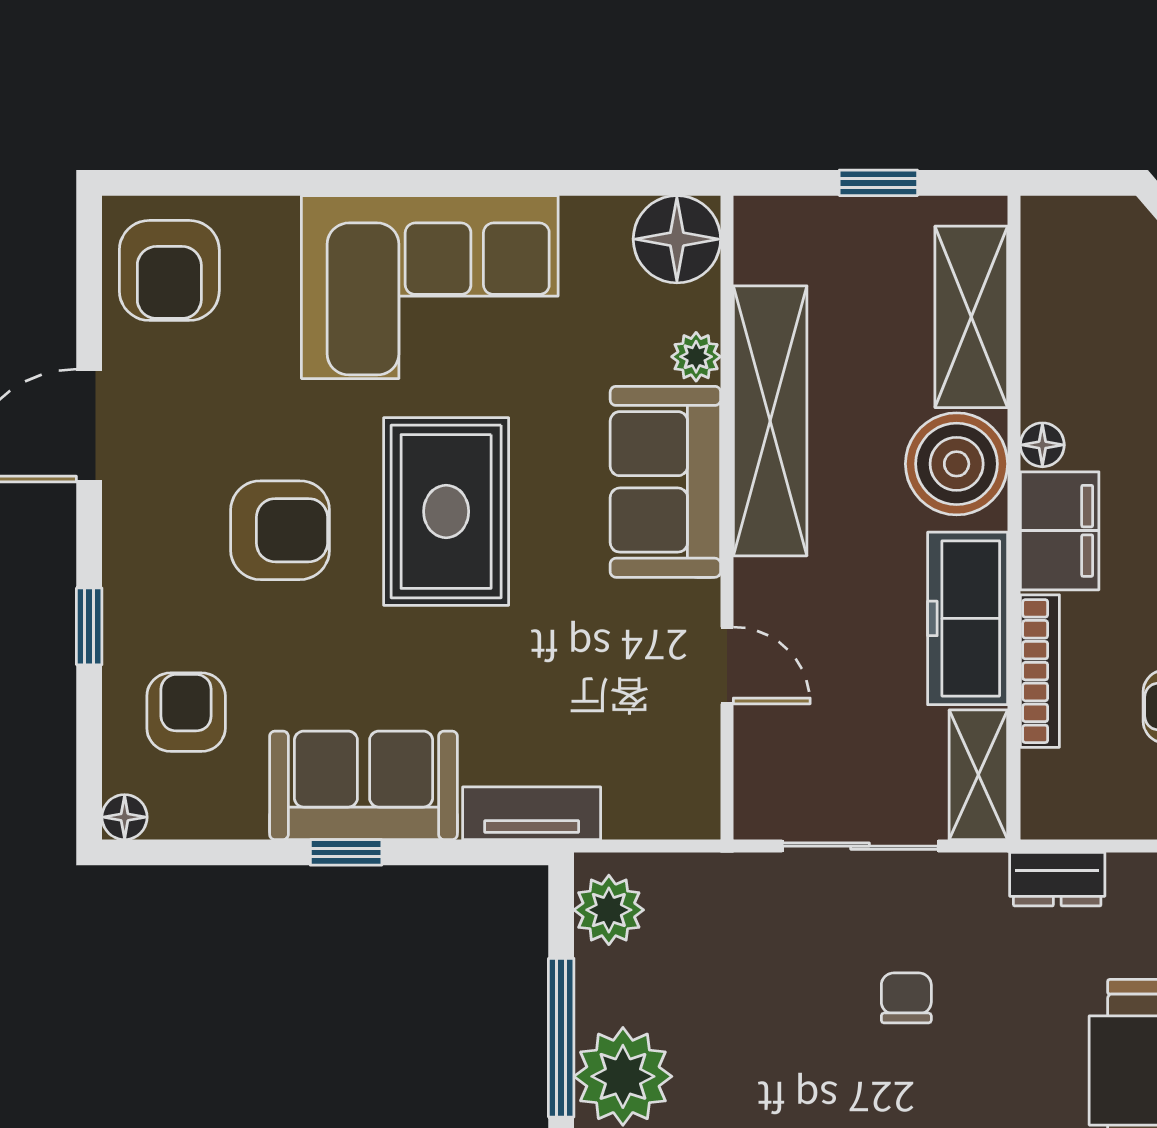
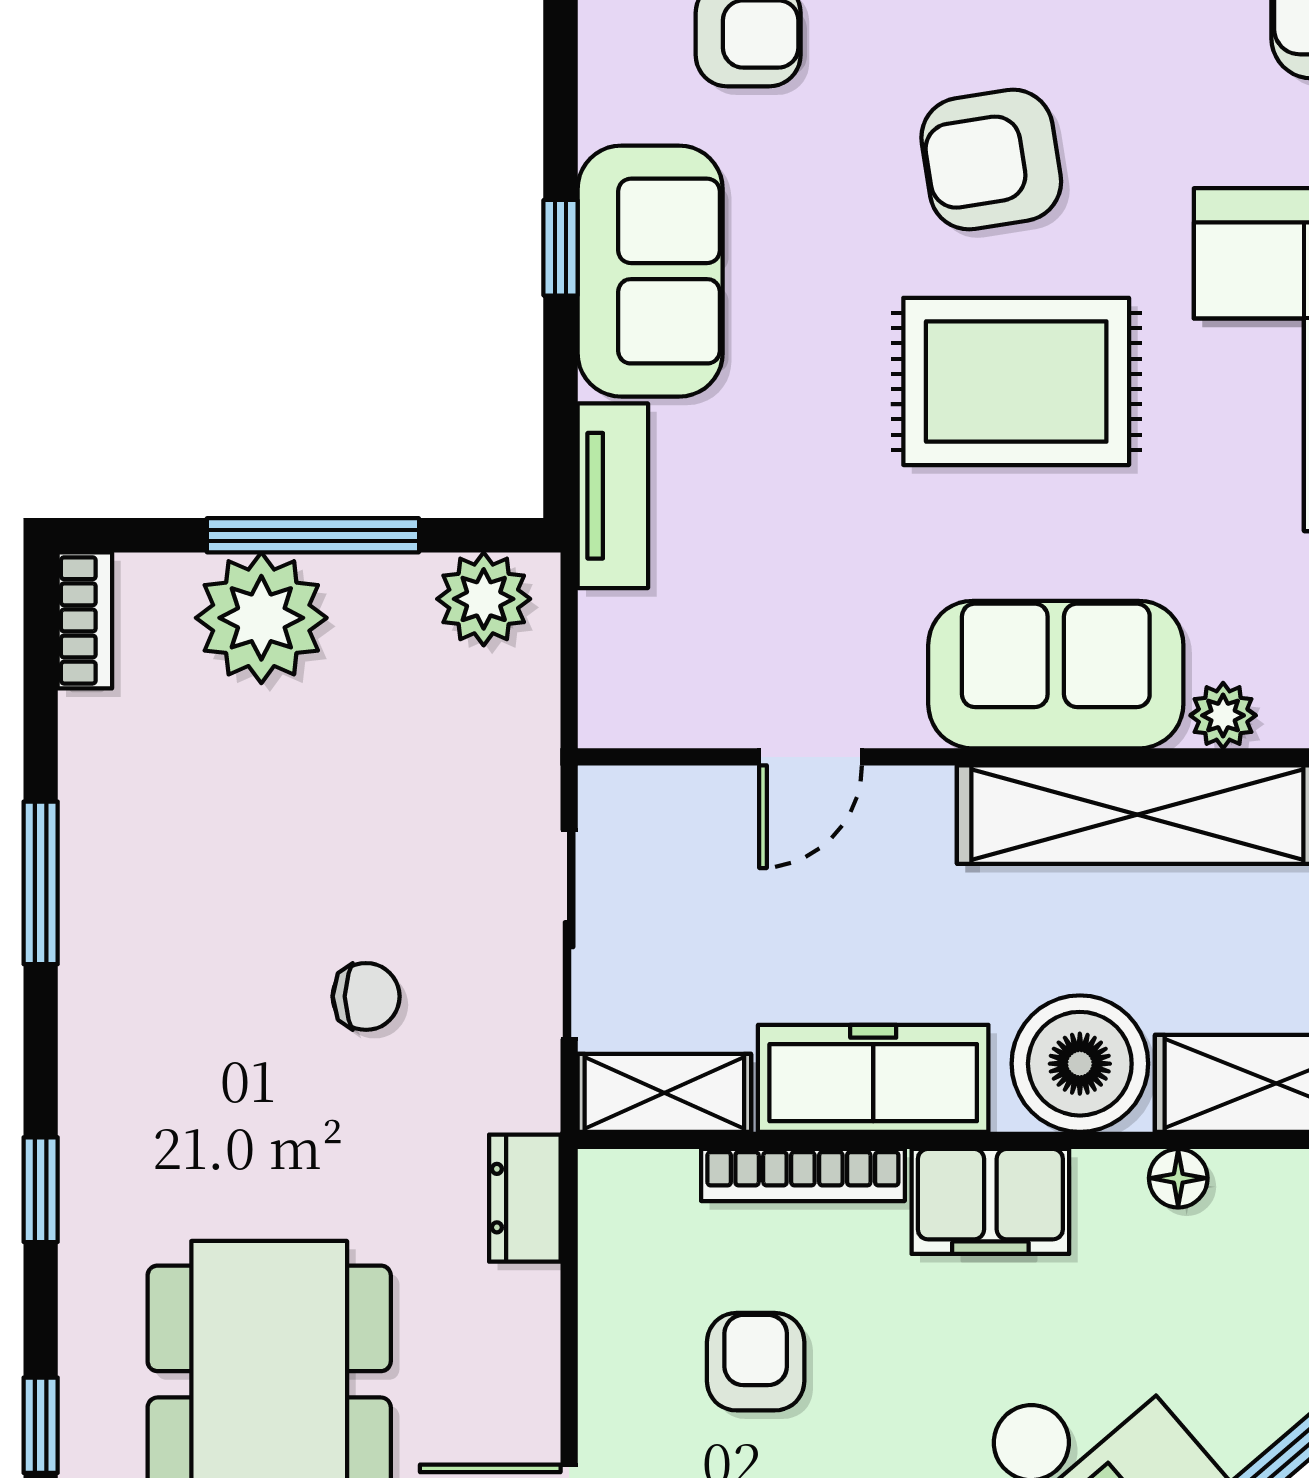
floor lamp: (1042, 445) -> (1178, 1178), moved
armchair: (280, 530) -> (991, 160), turned 81

